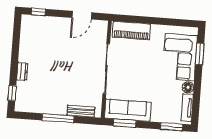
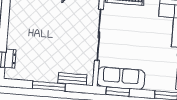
dresser: (22, 71) -> (10, 59), moved

